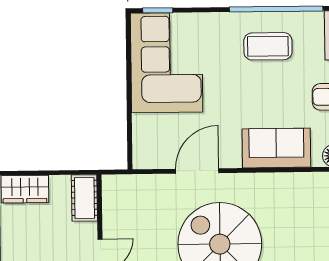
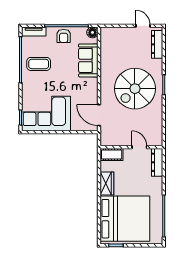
coffee table: (268, 46) -> (39, 64), turned 90
door: (197, 171) -> (99, 115), moved

